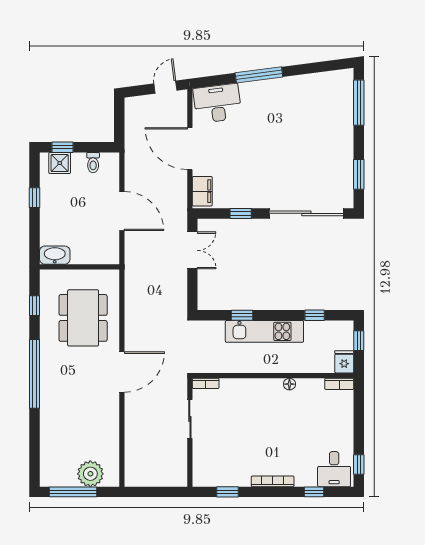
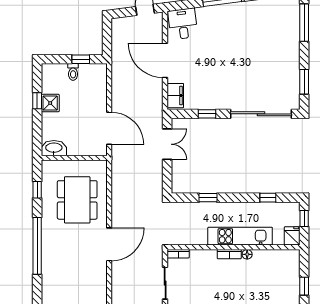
desk: (217, 103) -> (183, 24), width x0.73
window: (62, 147) -> (81, 59), moved
shower: (60, 163) -> (50, 103), moved
toilet: (93, 163) -> (73, 72), moved
door: (122, 211) -> (109, 128), moved
kitchen unit: (264, 331) -> (240, 236), moved, turned 180
bookcase: (339, 384) -> (229, 254), moved
window: (359, 423) -> (304, 286), added

